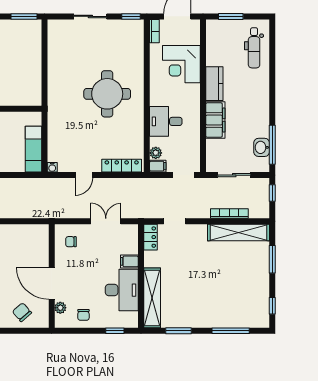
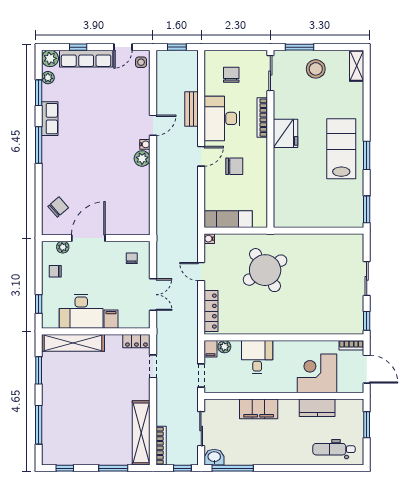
kitchen counter: (214, 84) -> (317, 408), moved
round table: (107, 94) -> (265, 270), moved, turned -31
washbasin: (262, 147) -> (214, 457), moved
bookcase: (229, 214) -> (161, 446), moved

